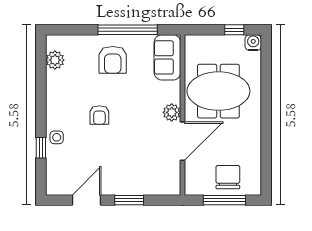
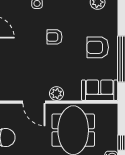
door: (183, 141) -> (34, 102), width x0.73

